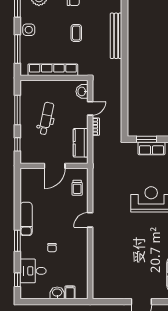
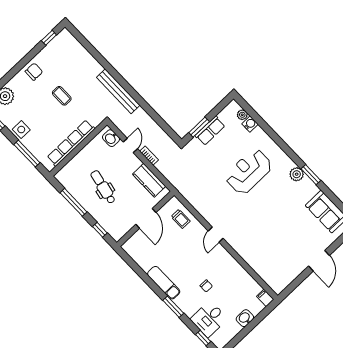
bench: (116, 36) -> (118, 91), moved
filing cabinet: (70, 292) -> (265, 298), moved

